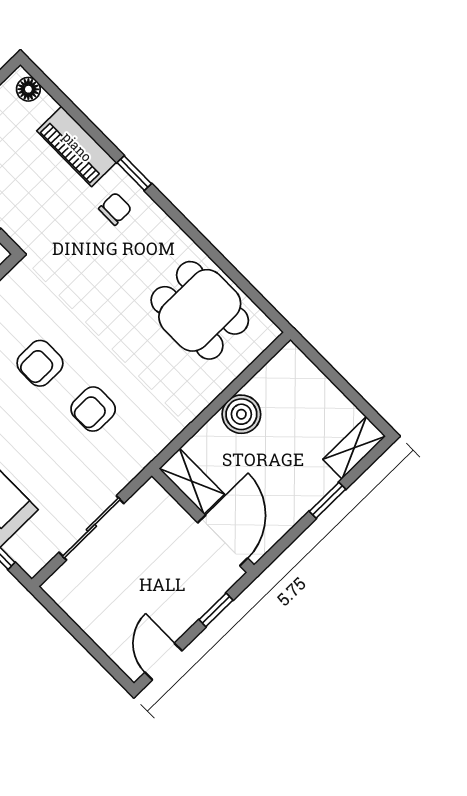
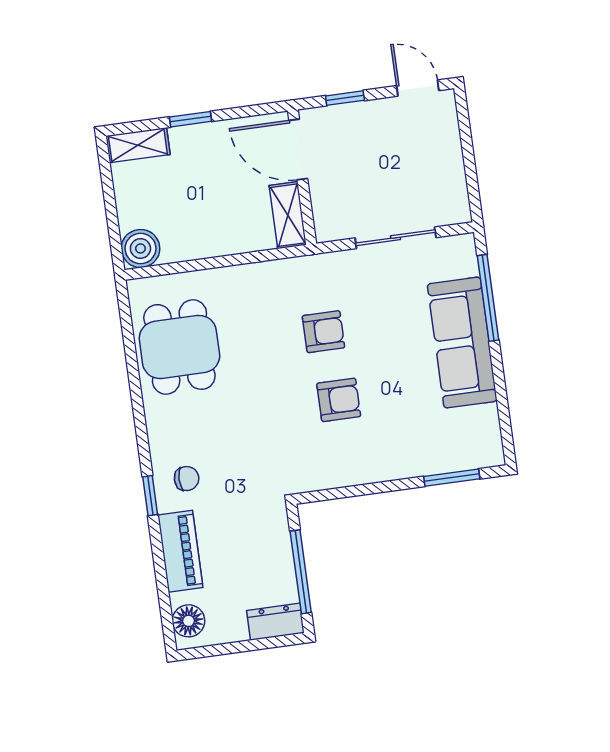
floor lamp: (28, 89) -> (188, 621), width x1.37, depth x1.37
chair: (115, 209) -> (187, 479), turned 180
boiler: (241, 414) -> (140, 248), moved
door: (223, 540) -> (298, 149), hinge flipped
door: (163, 661) -> (418, 88), swing flipped

